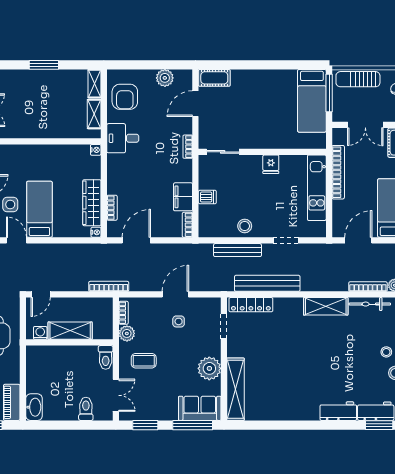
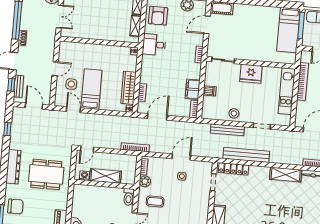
fridge: (271, 164) -> (251, 74), width x1.88, depth x1.34
plant: (209, 368) -> (201, 211), removed

